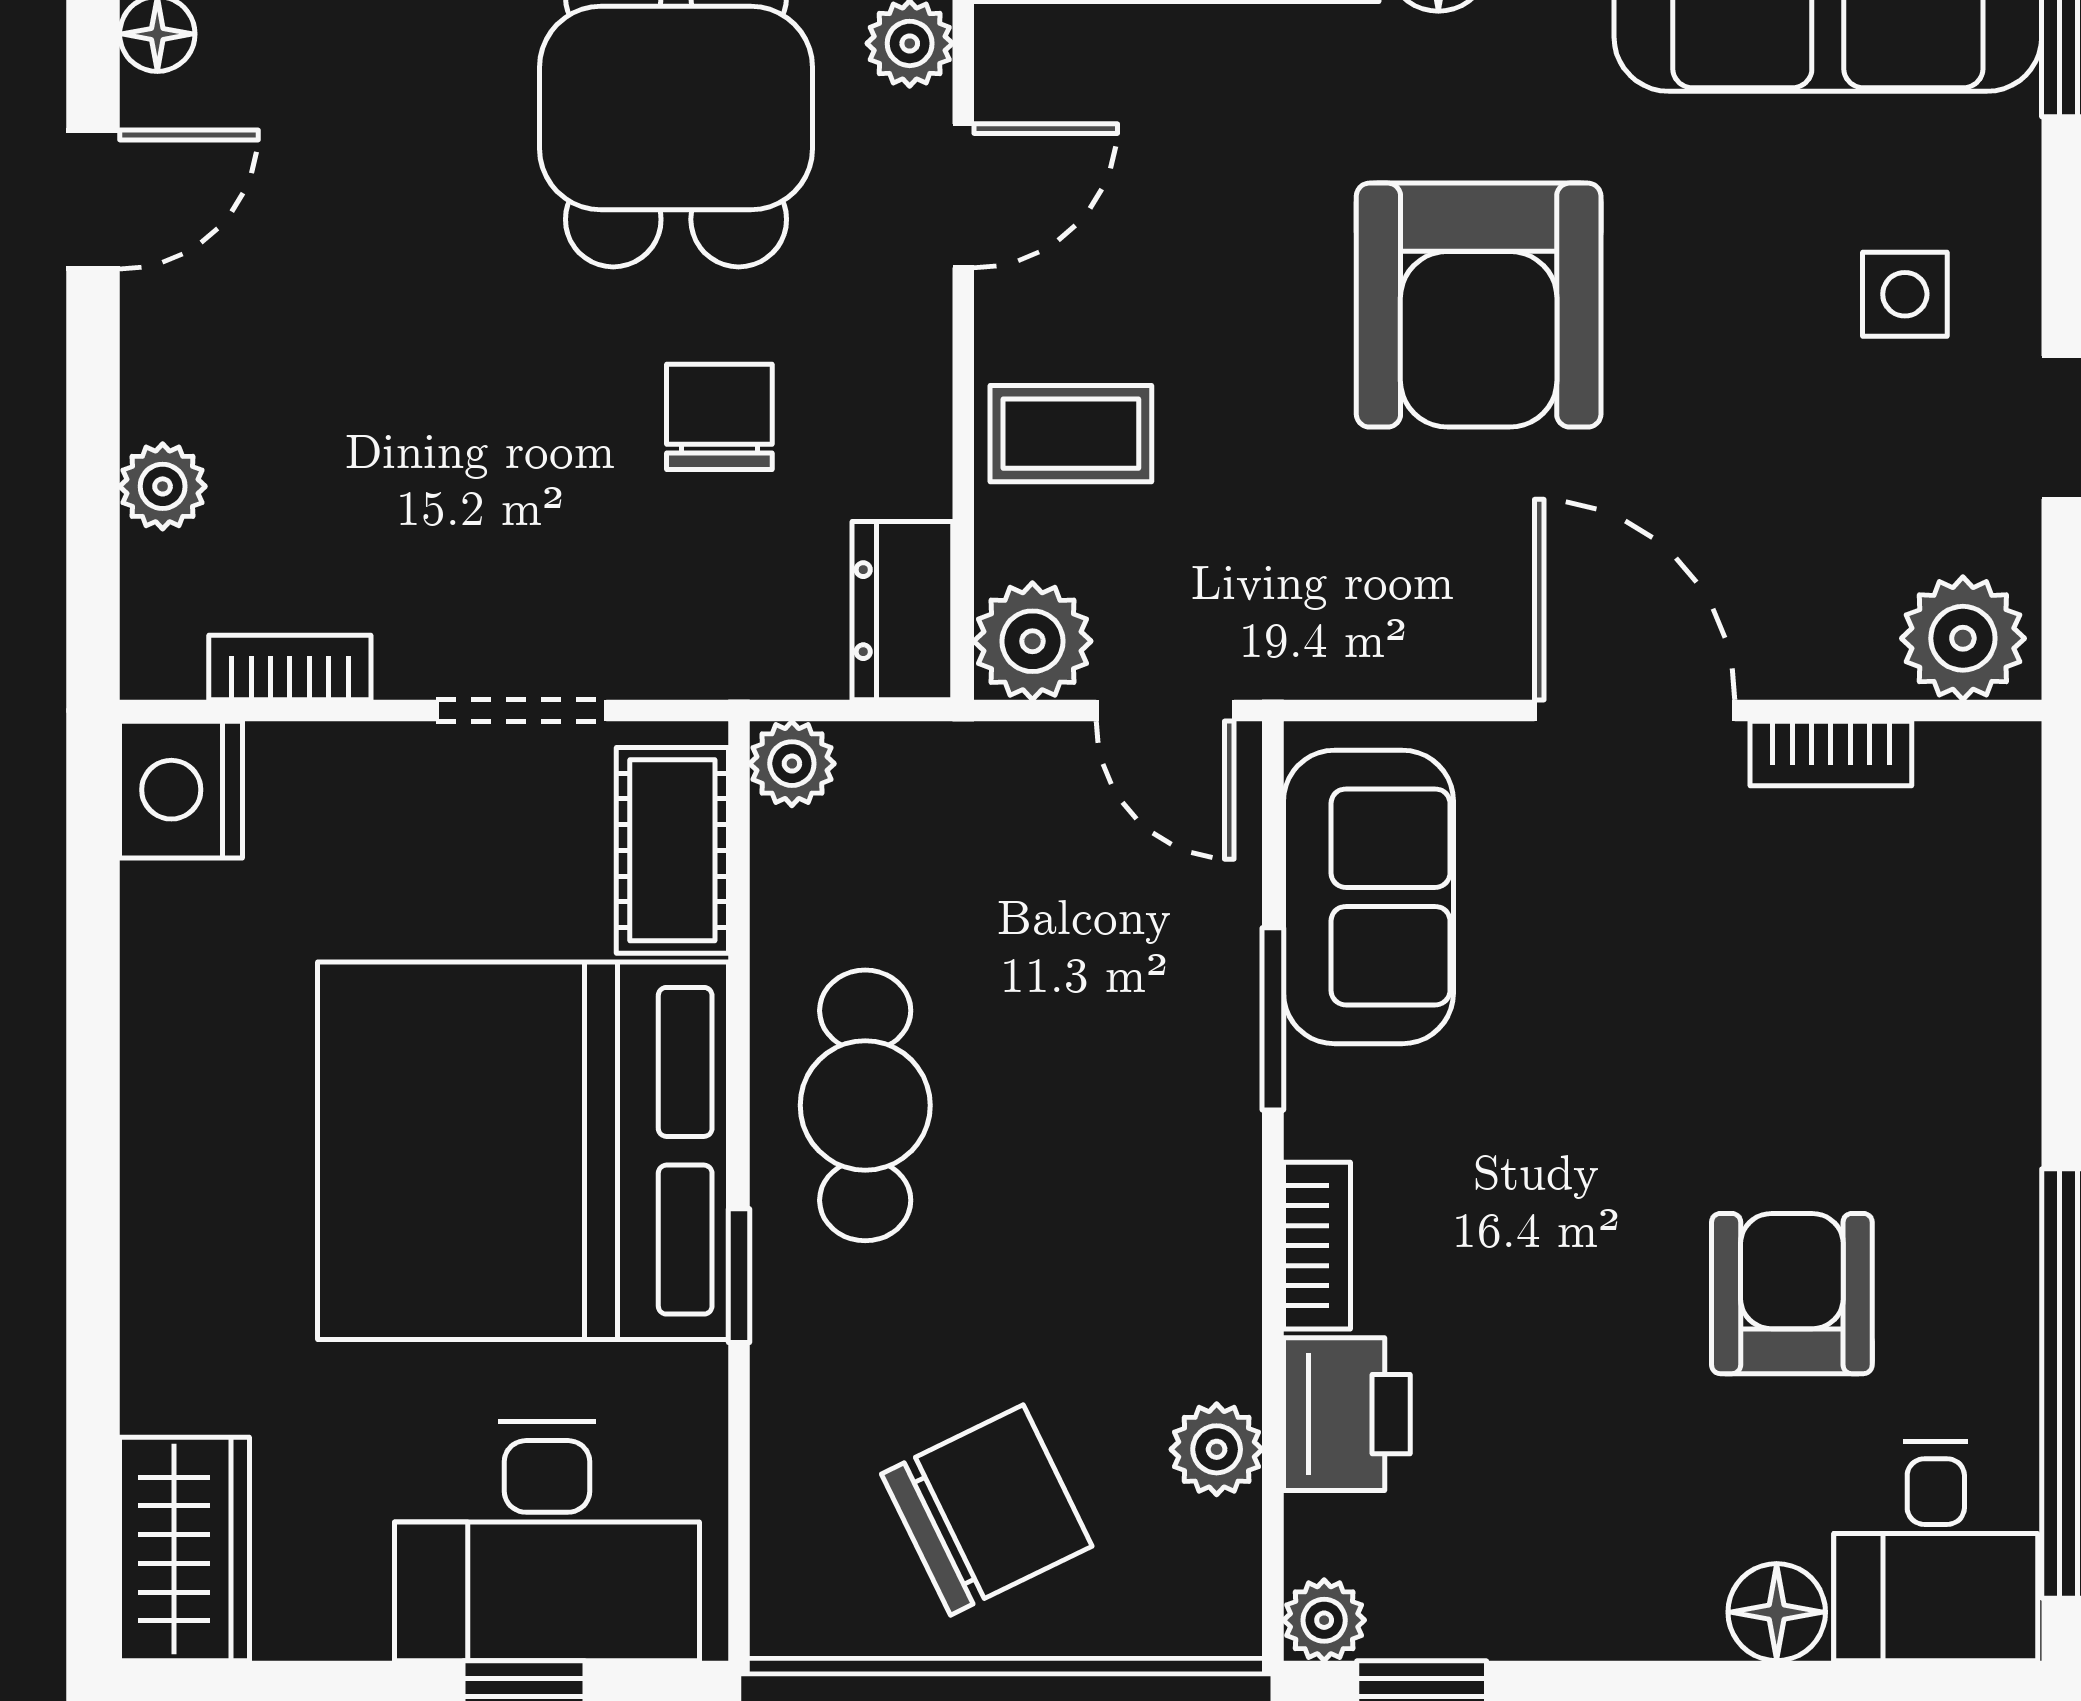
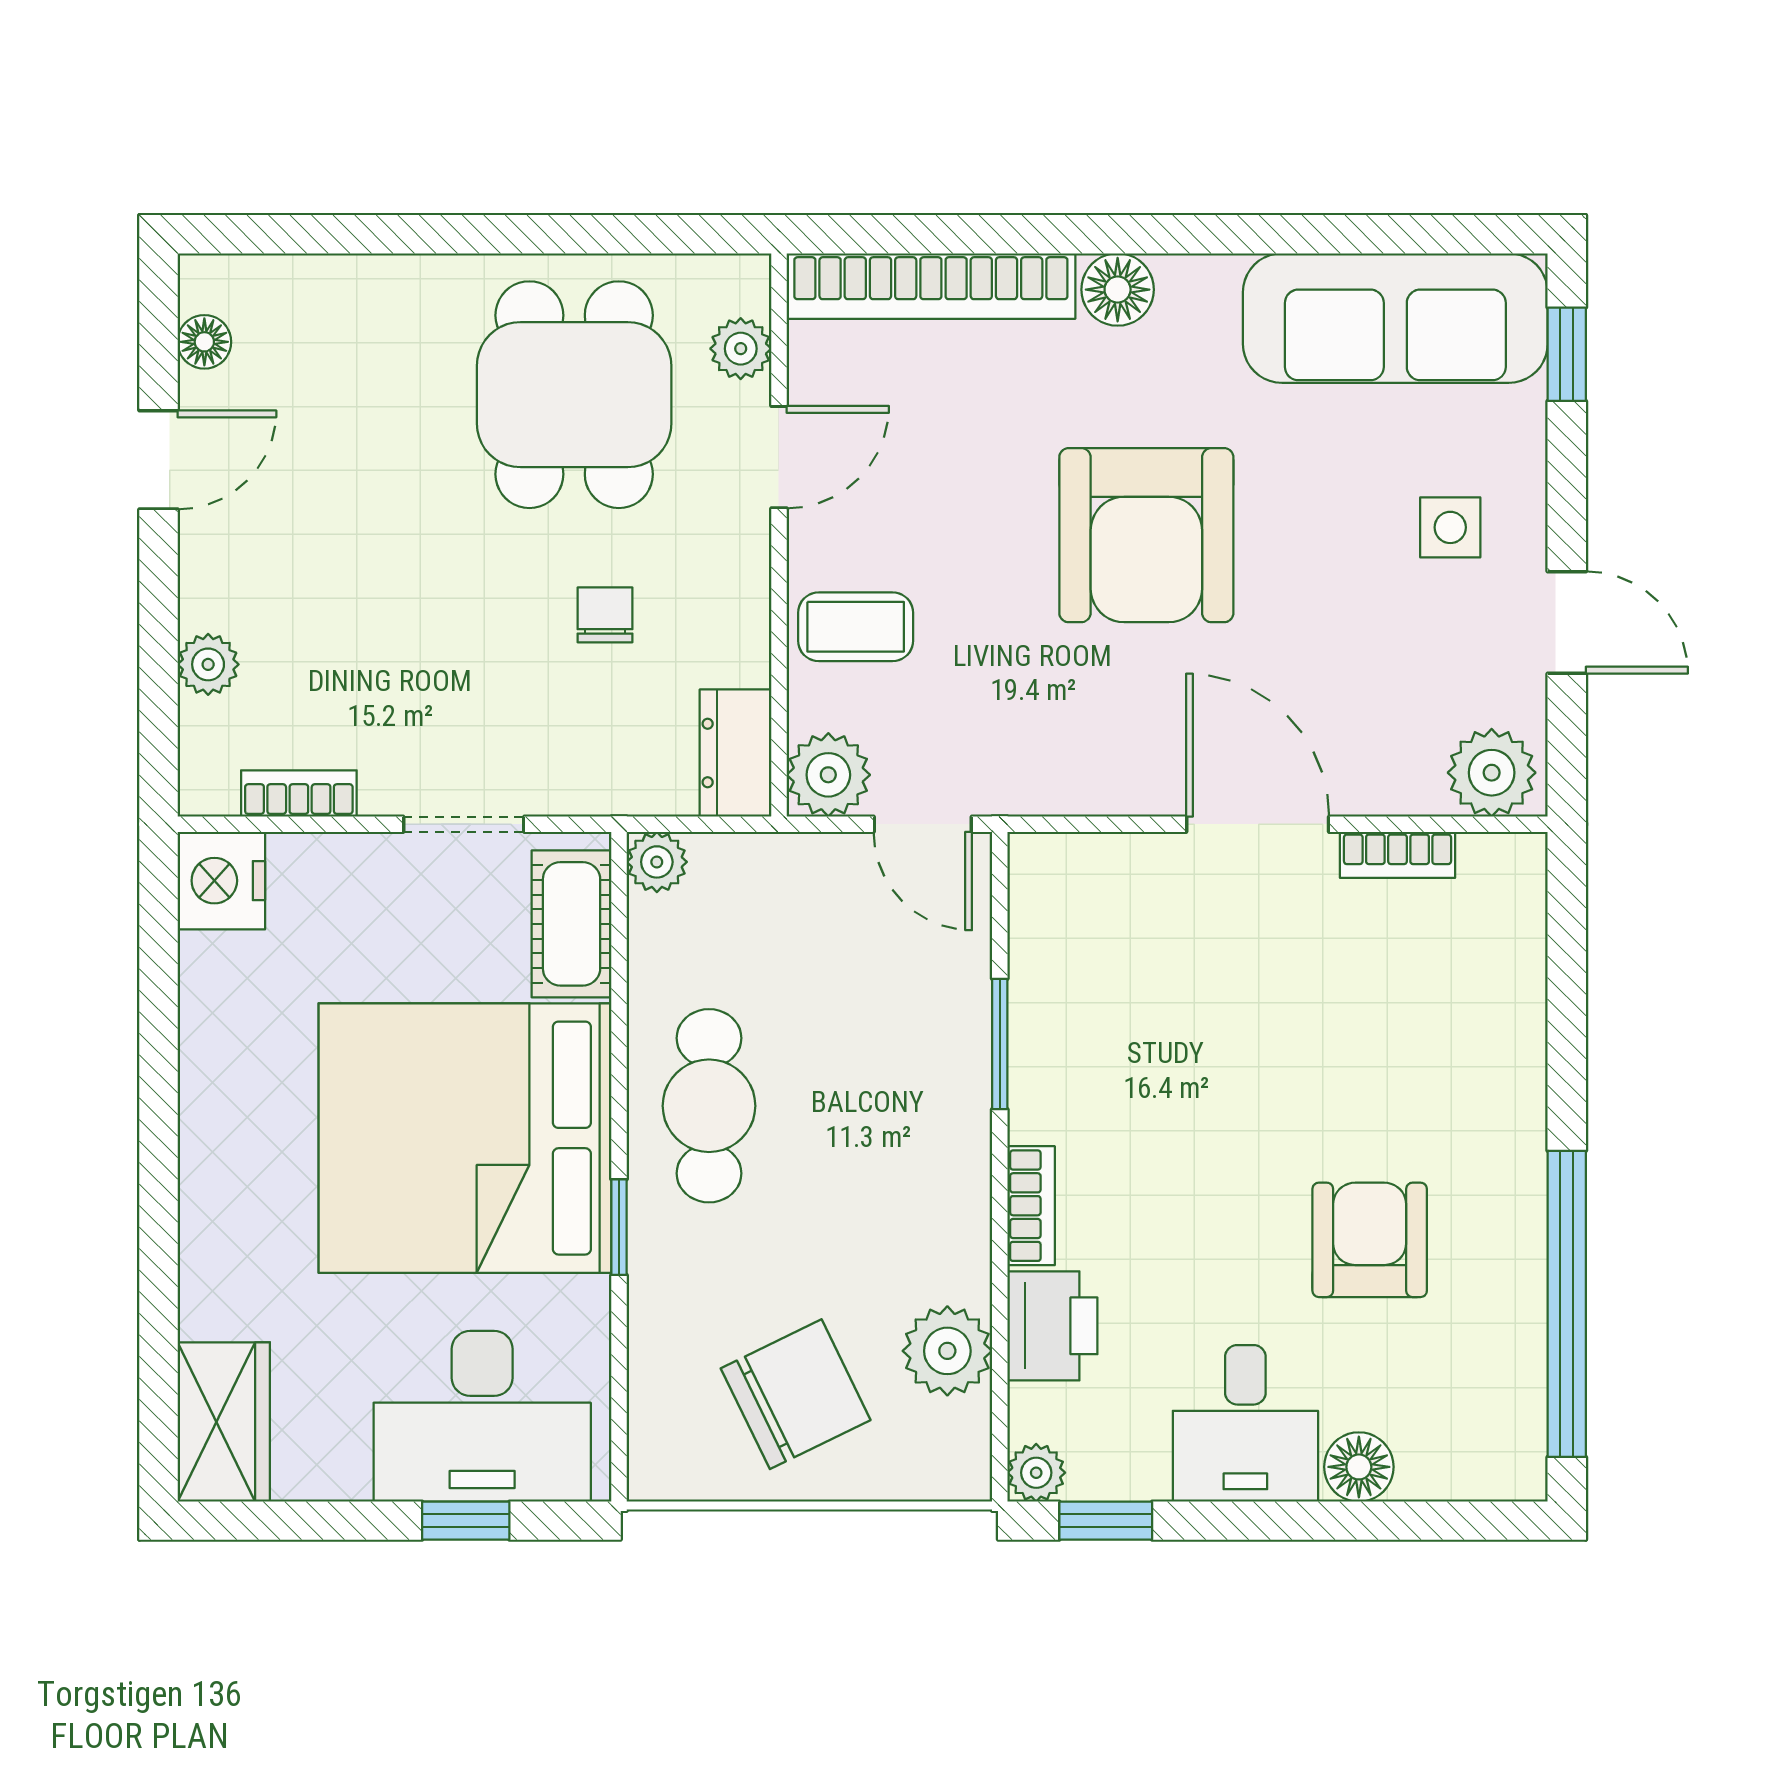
chair: (719, 417) -> (605, 615), width x0.73, depth x0.73
sofa: (1368, 897) -> (1068, 957), removed
plant: (1217, 1449) -> (947, 1351), width x1.38, depth x1.38
desk: (1936, 1551) -> (1245, 1423), moved

